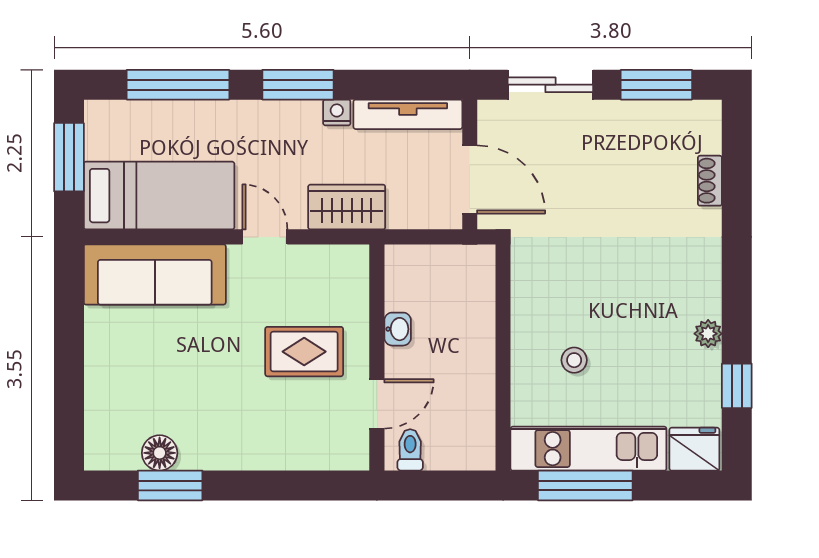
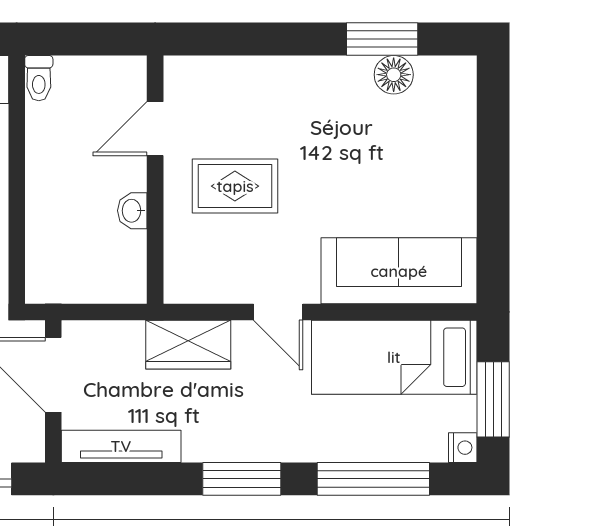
nightstand: (337, 112) -> (463, 448), moved, turned -90
toilet: (410, 450) -> (39, 78), moved

